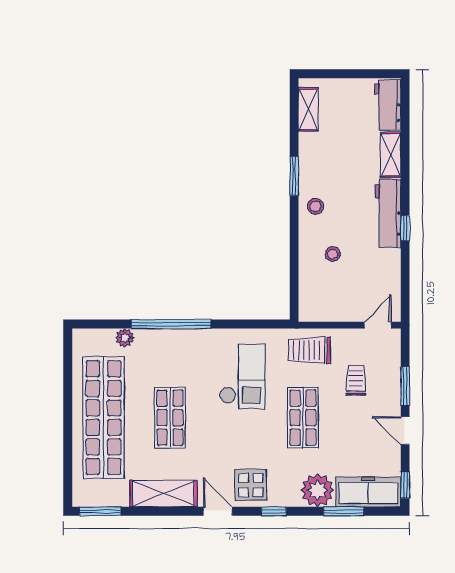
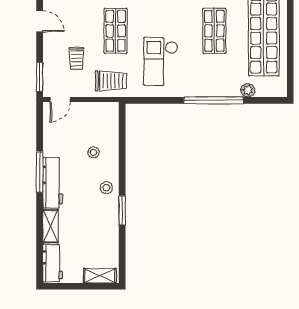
shelving: (308, 109) -> (100, 276), moved, turned 90
window: (405, 228) -> (40, 172), width x2.17
window: (405, 386) -> (40, 77), moved

